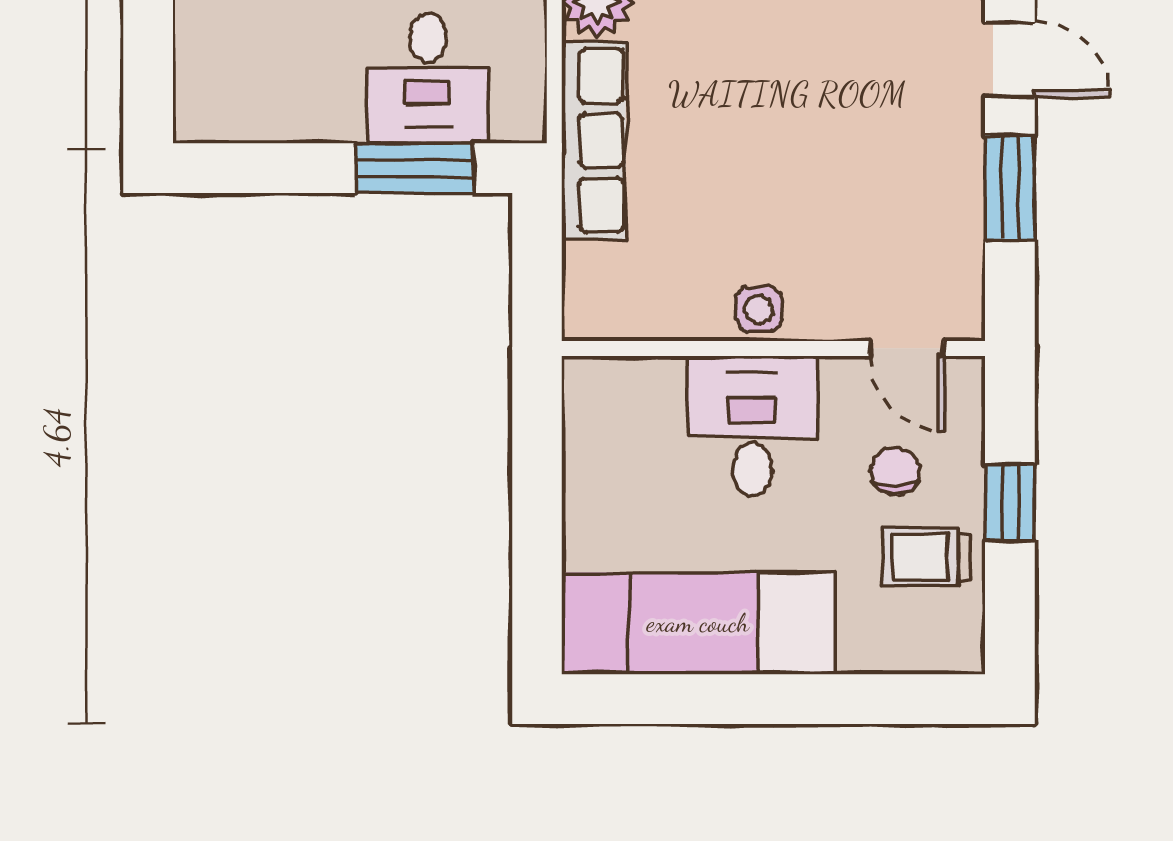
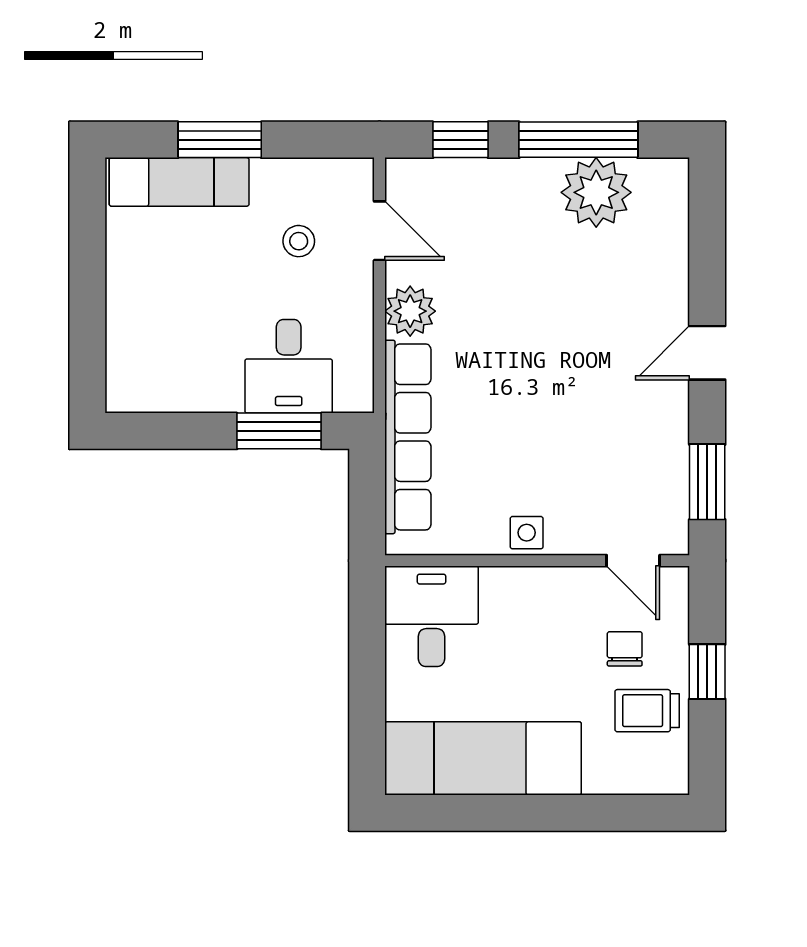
door: (1010, 59) -> (707, 353), swing flipped
row of seats: (594, 140) -> (408, 437), width x1.36
window: (1010, 187) -> (707, 482), moved
desk: (752, 426) -> (431, 616), moved

